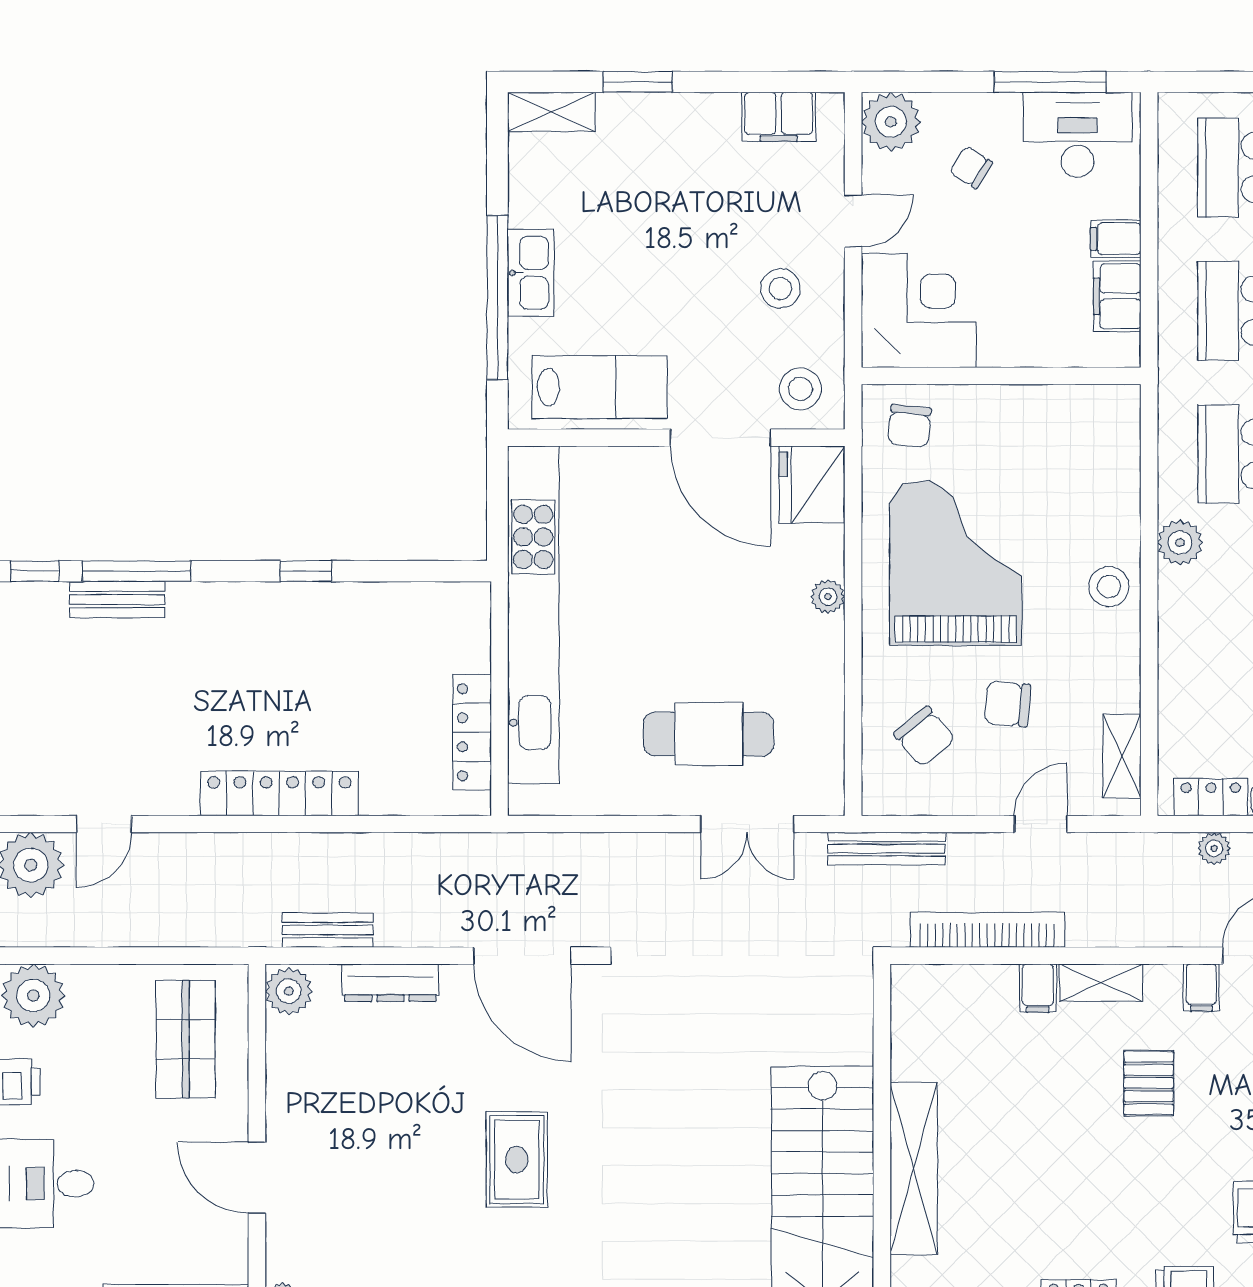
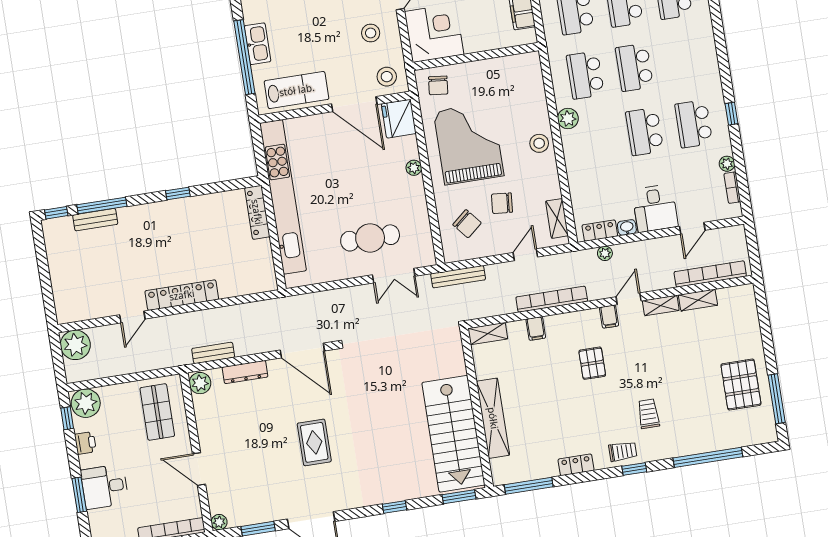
locker: (472, 732) -> (257, 212), moved
door: (104, 824) -> (132, 317), moved
bookcase: (987, 930) -> (552, 299), moved
shelving: (1101, 983) -> (488, 334), moved

